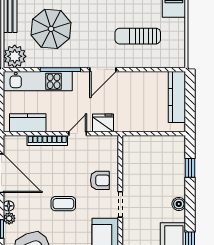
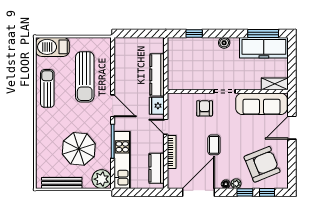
sun lounger: (138, 36) -> (85, 77), width x1.36, depth x1.34
kitchen counter: (177, 97) -> (157, 75), moved, turned 90
coffee table: (63, 204) -> (214, 145), moved

